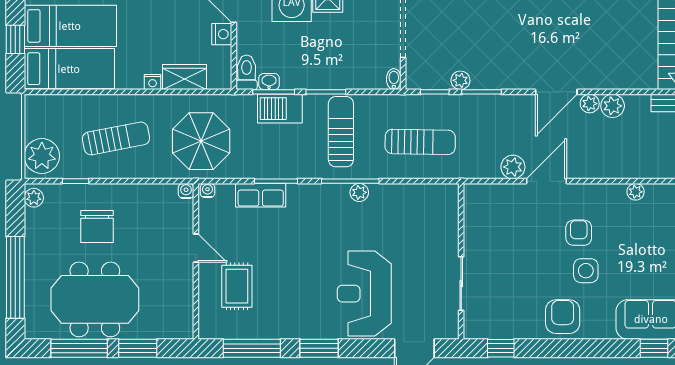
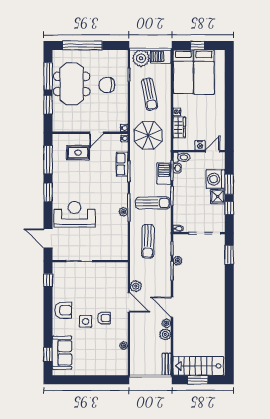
barbecue: (38, 115) -> (161, 56), added
plant: (34, 198) -> (121, 54), removed

